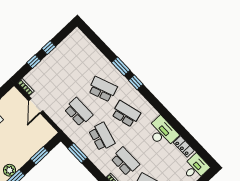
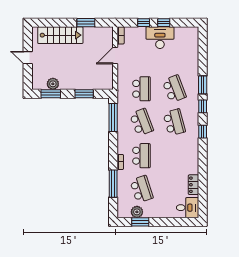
window: (153, 101) -> (203, 132), added
desk: (162, 132) -> (160, 38), moved, turned -90
school desk: (102, 137) -> (141, 122), turned -36
window: (77, 153) -> (113, 117), width x1.44

